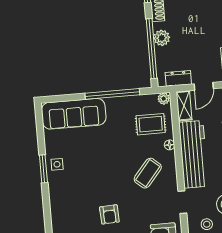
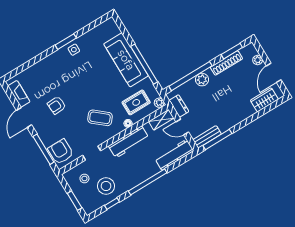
sofa: (74, 114) -> (126, 60), moved
rug: (151, 124) -> (136, 102), turned 90
workbench: (193, 154) -> (129, 142), width x0.73, depth x0.76

